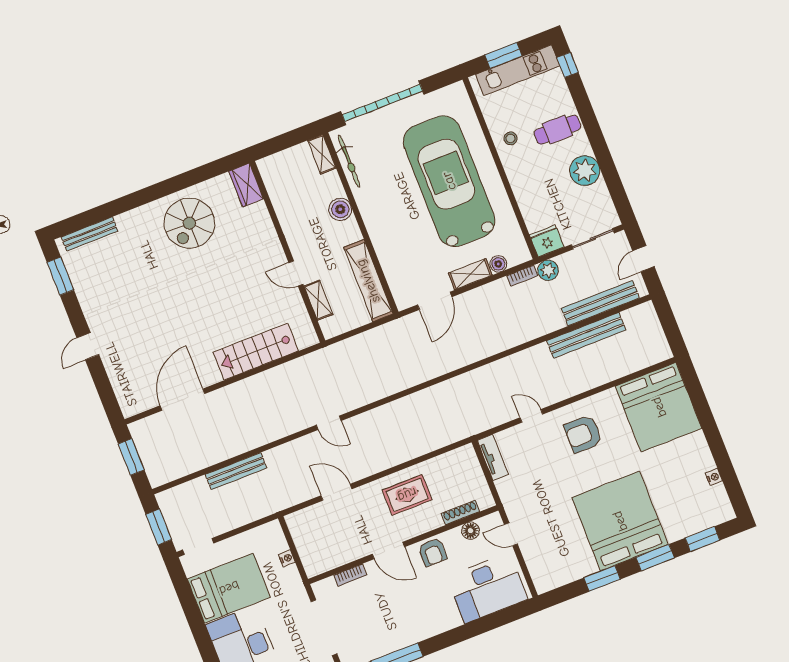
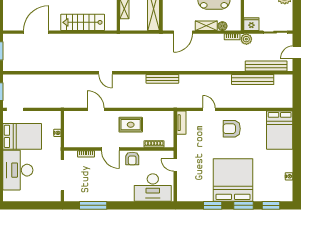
bed: (659, 407) -> (280, 130), width x0.73
bench: (236, 471) -> (162, 79), moved
floor lamp: (470, 531) -> (156, 155), removed

